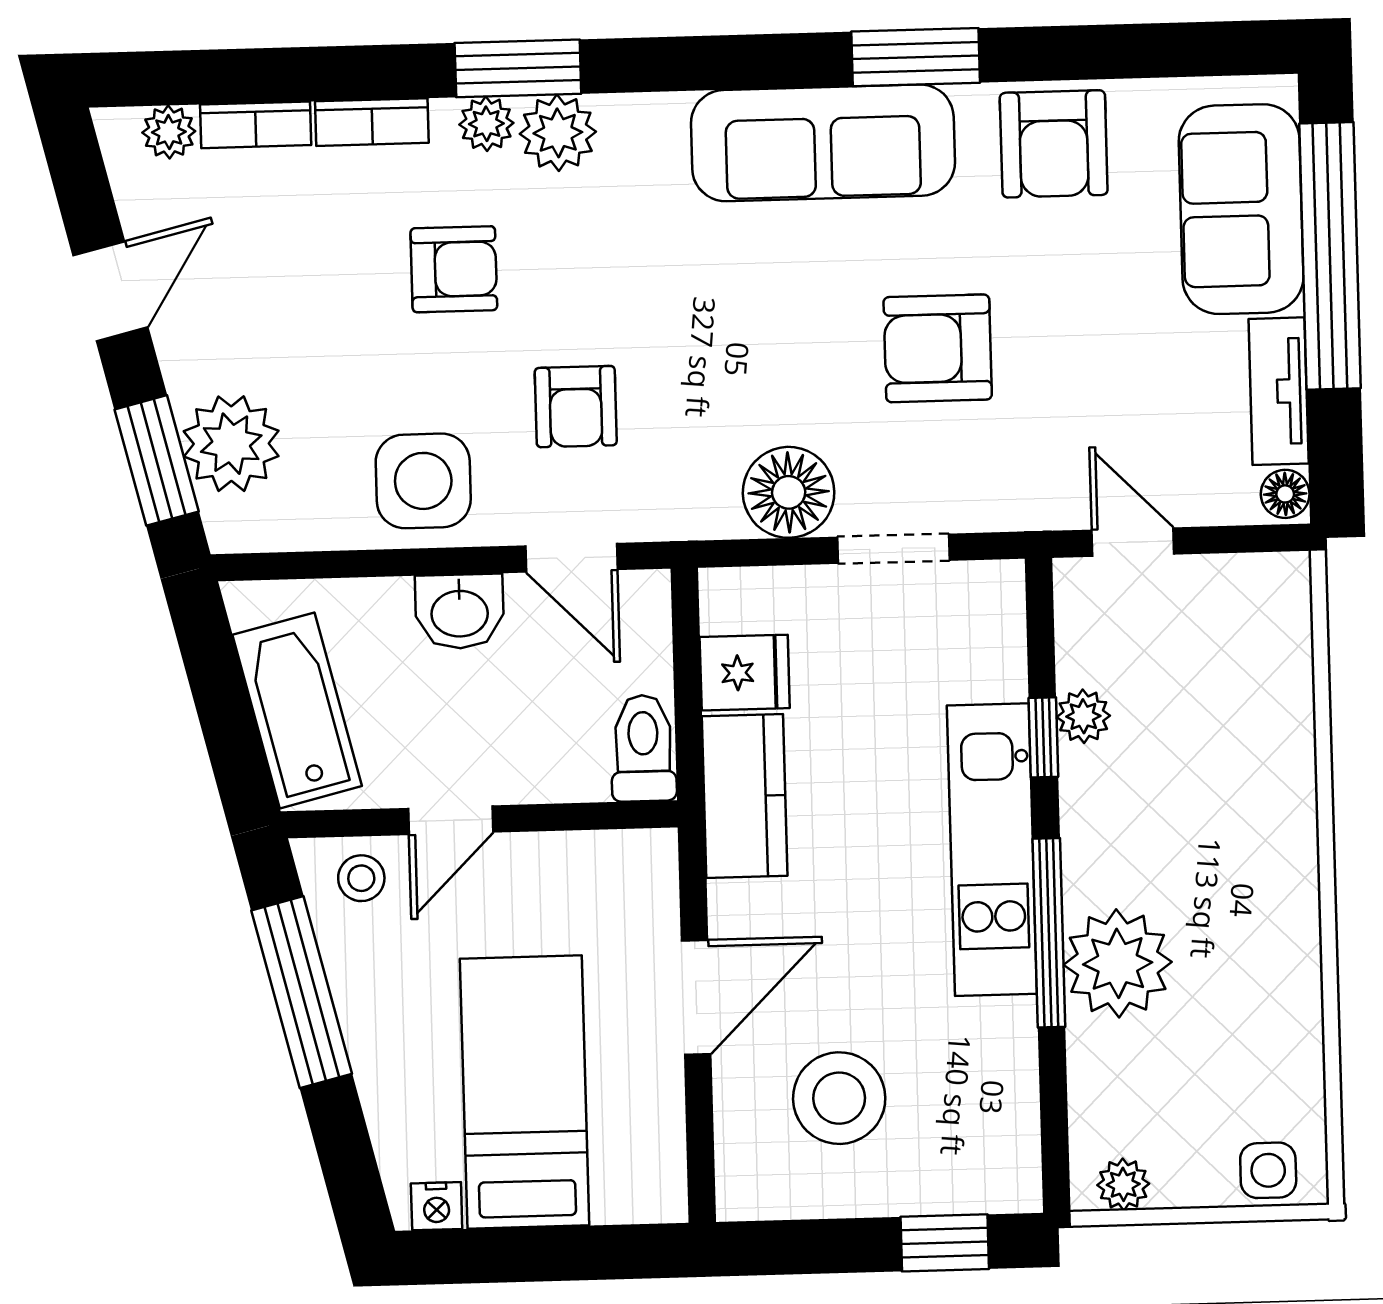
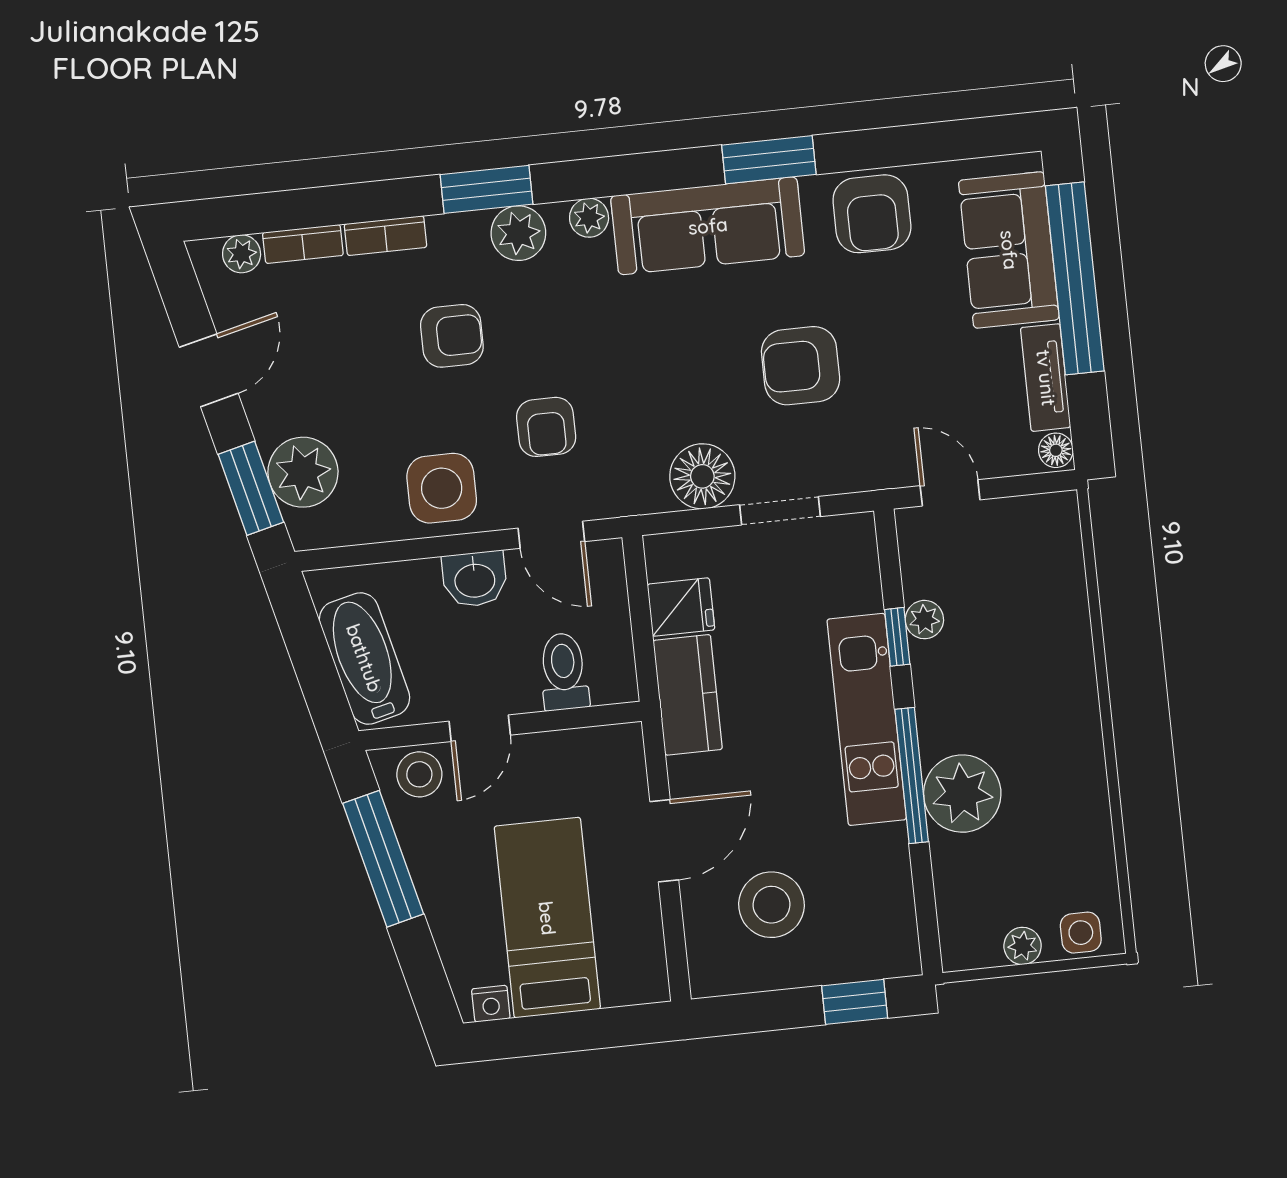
plant: (486, 124) -> (589, 218), moved
toilet: (643, 748) -> (564, 671), moved
stool: (361, 878) -> (419, 774), width x1.37, depth x1.37
plant: (1123, 1184) -> (1023, 946), moved

